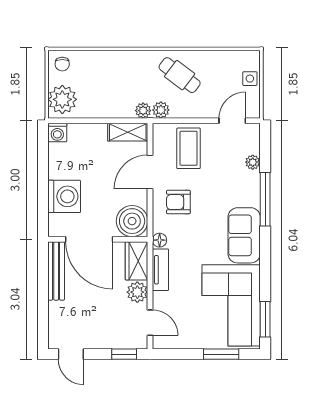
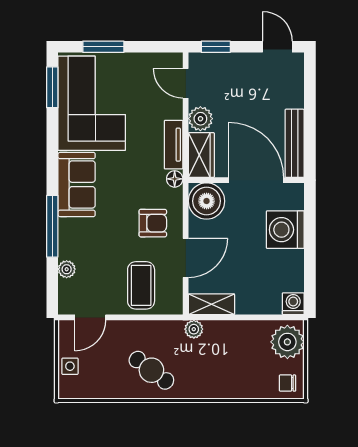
chair: (62, 64) -> (287, 383), turned -90
plant: (161, 110) -> (173, 330), removed

